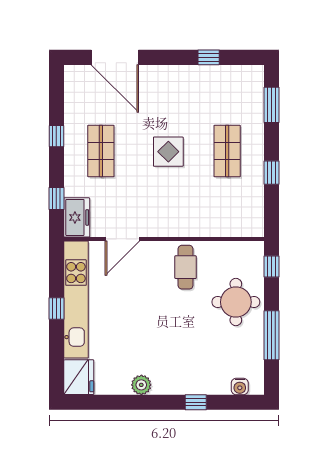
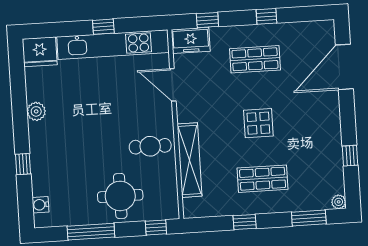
plant: (257, 72) -> (339, 202), added
shelving: (203, 227) -> (190, 160), added

